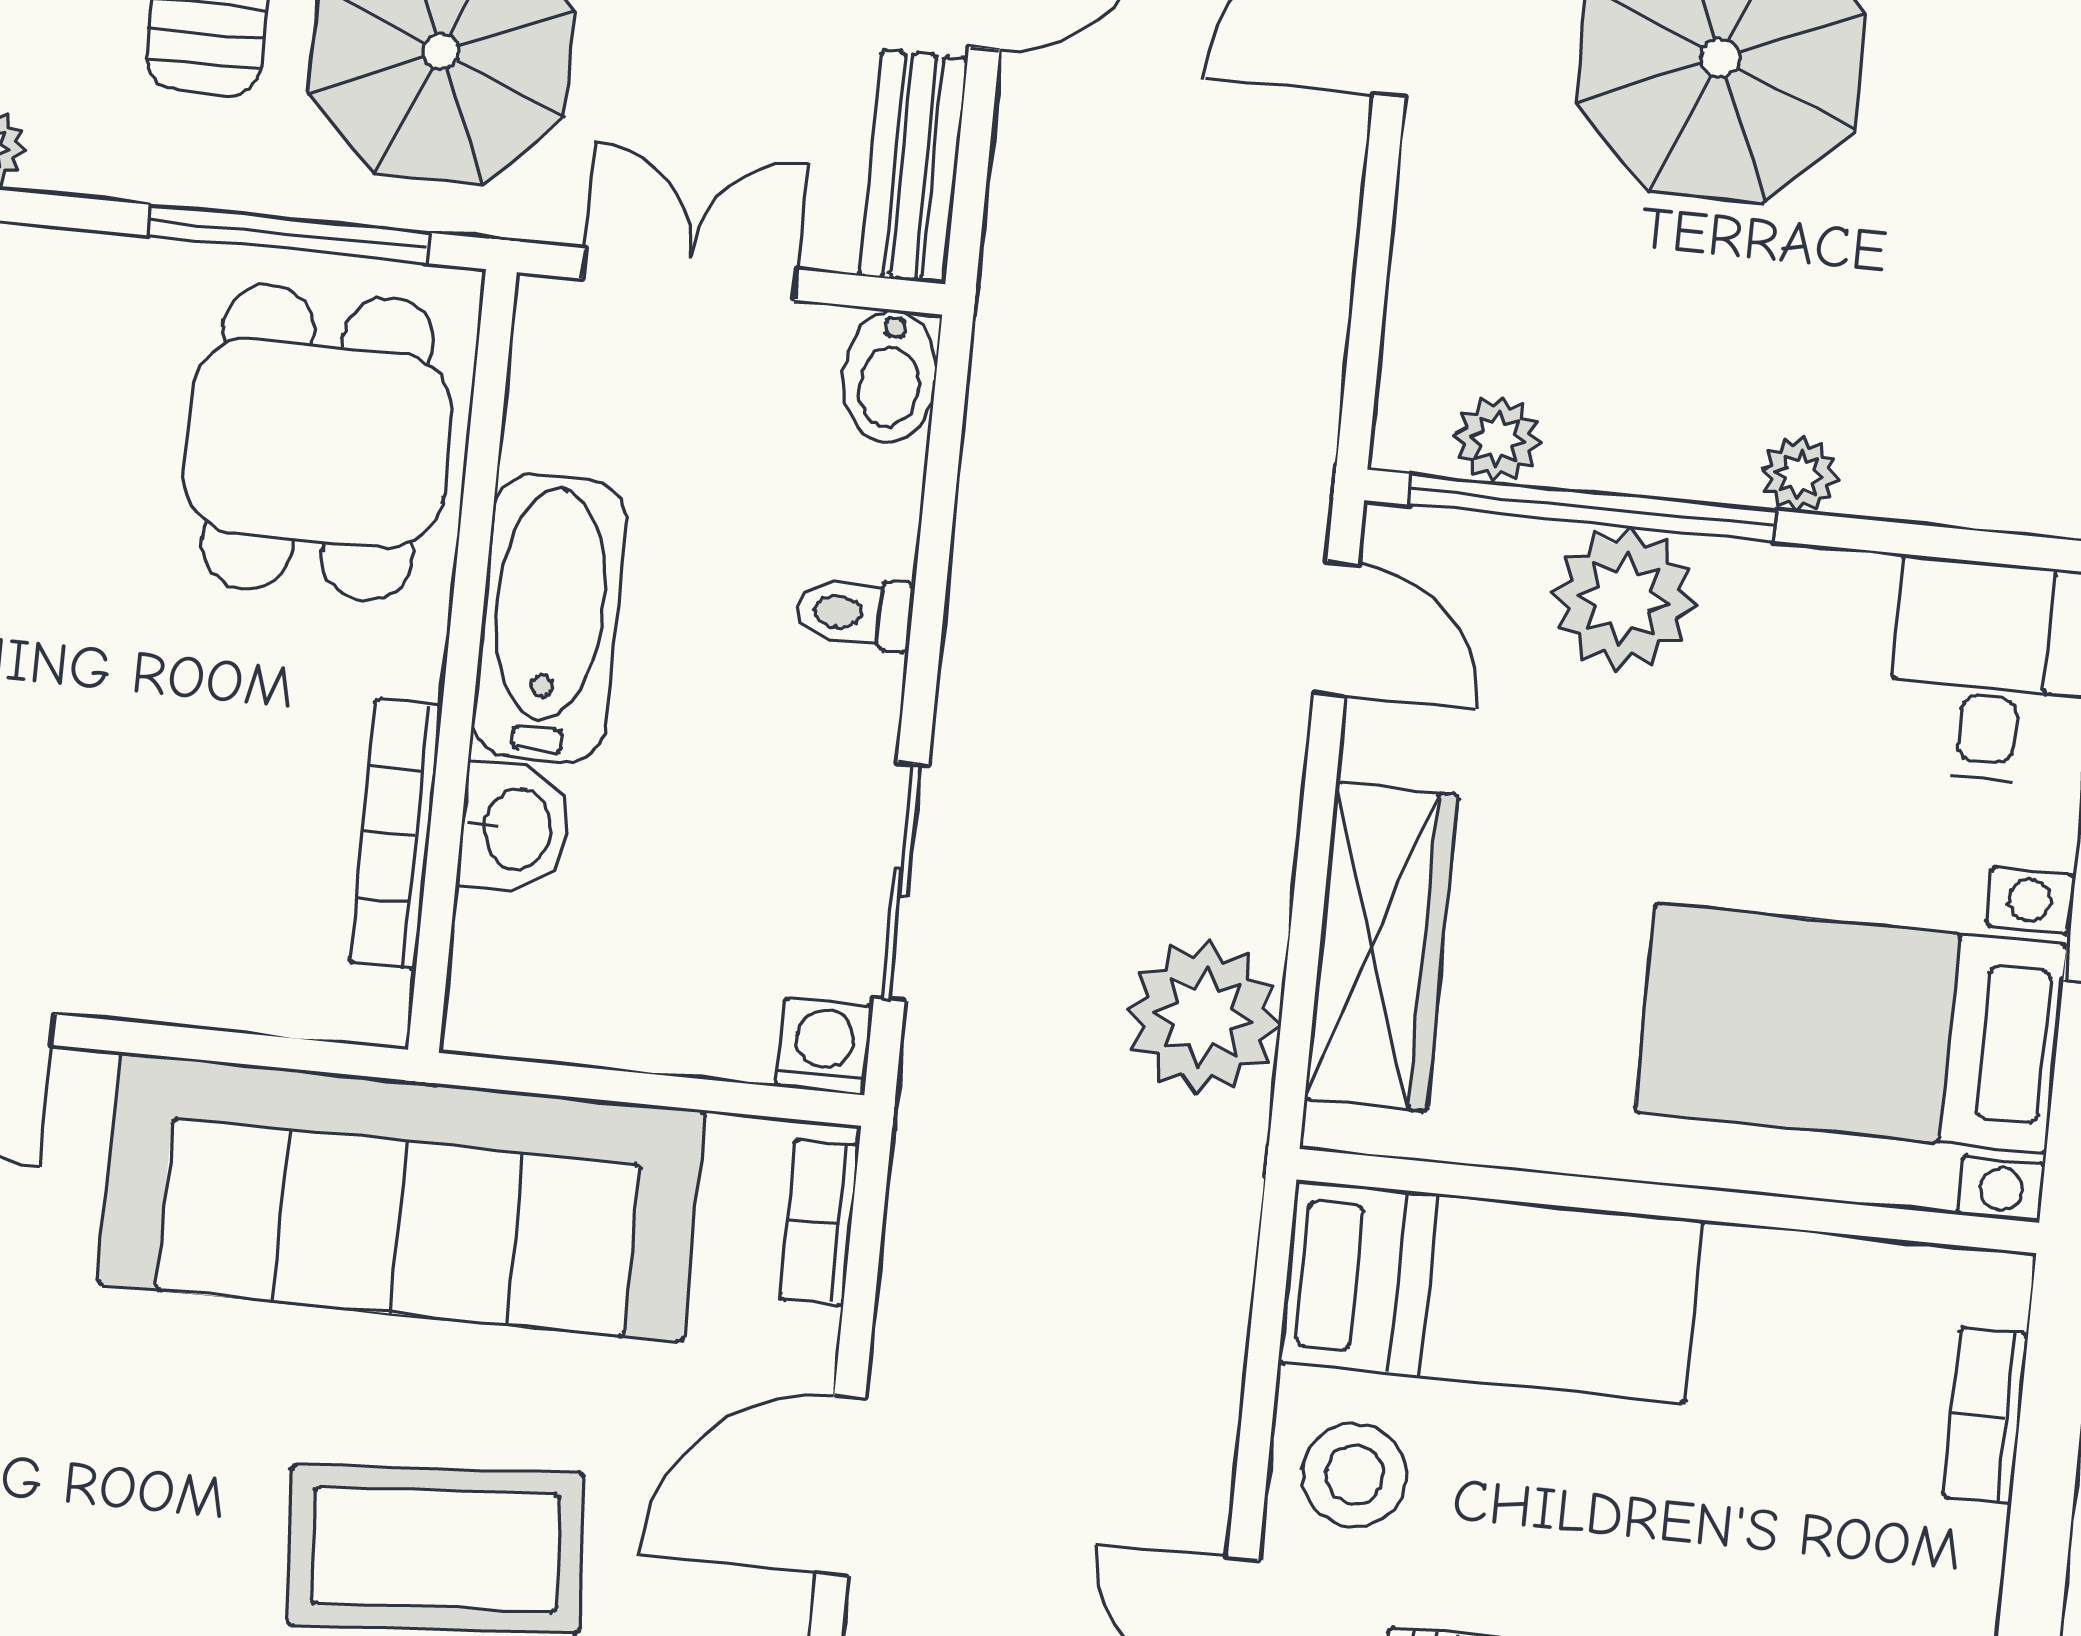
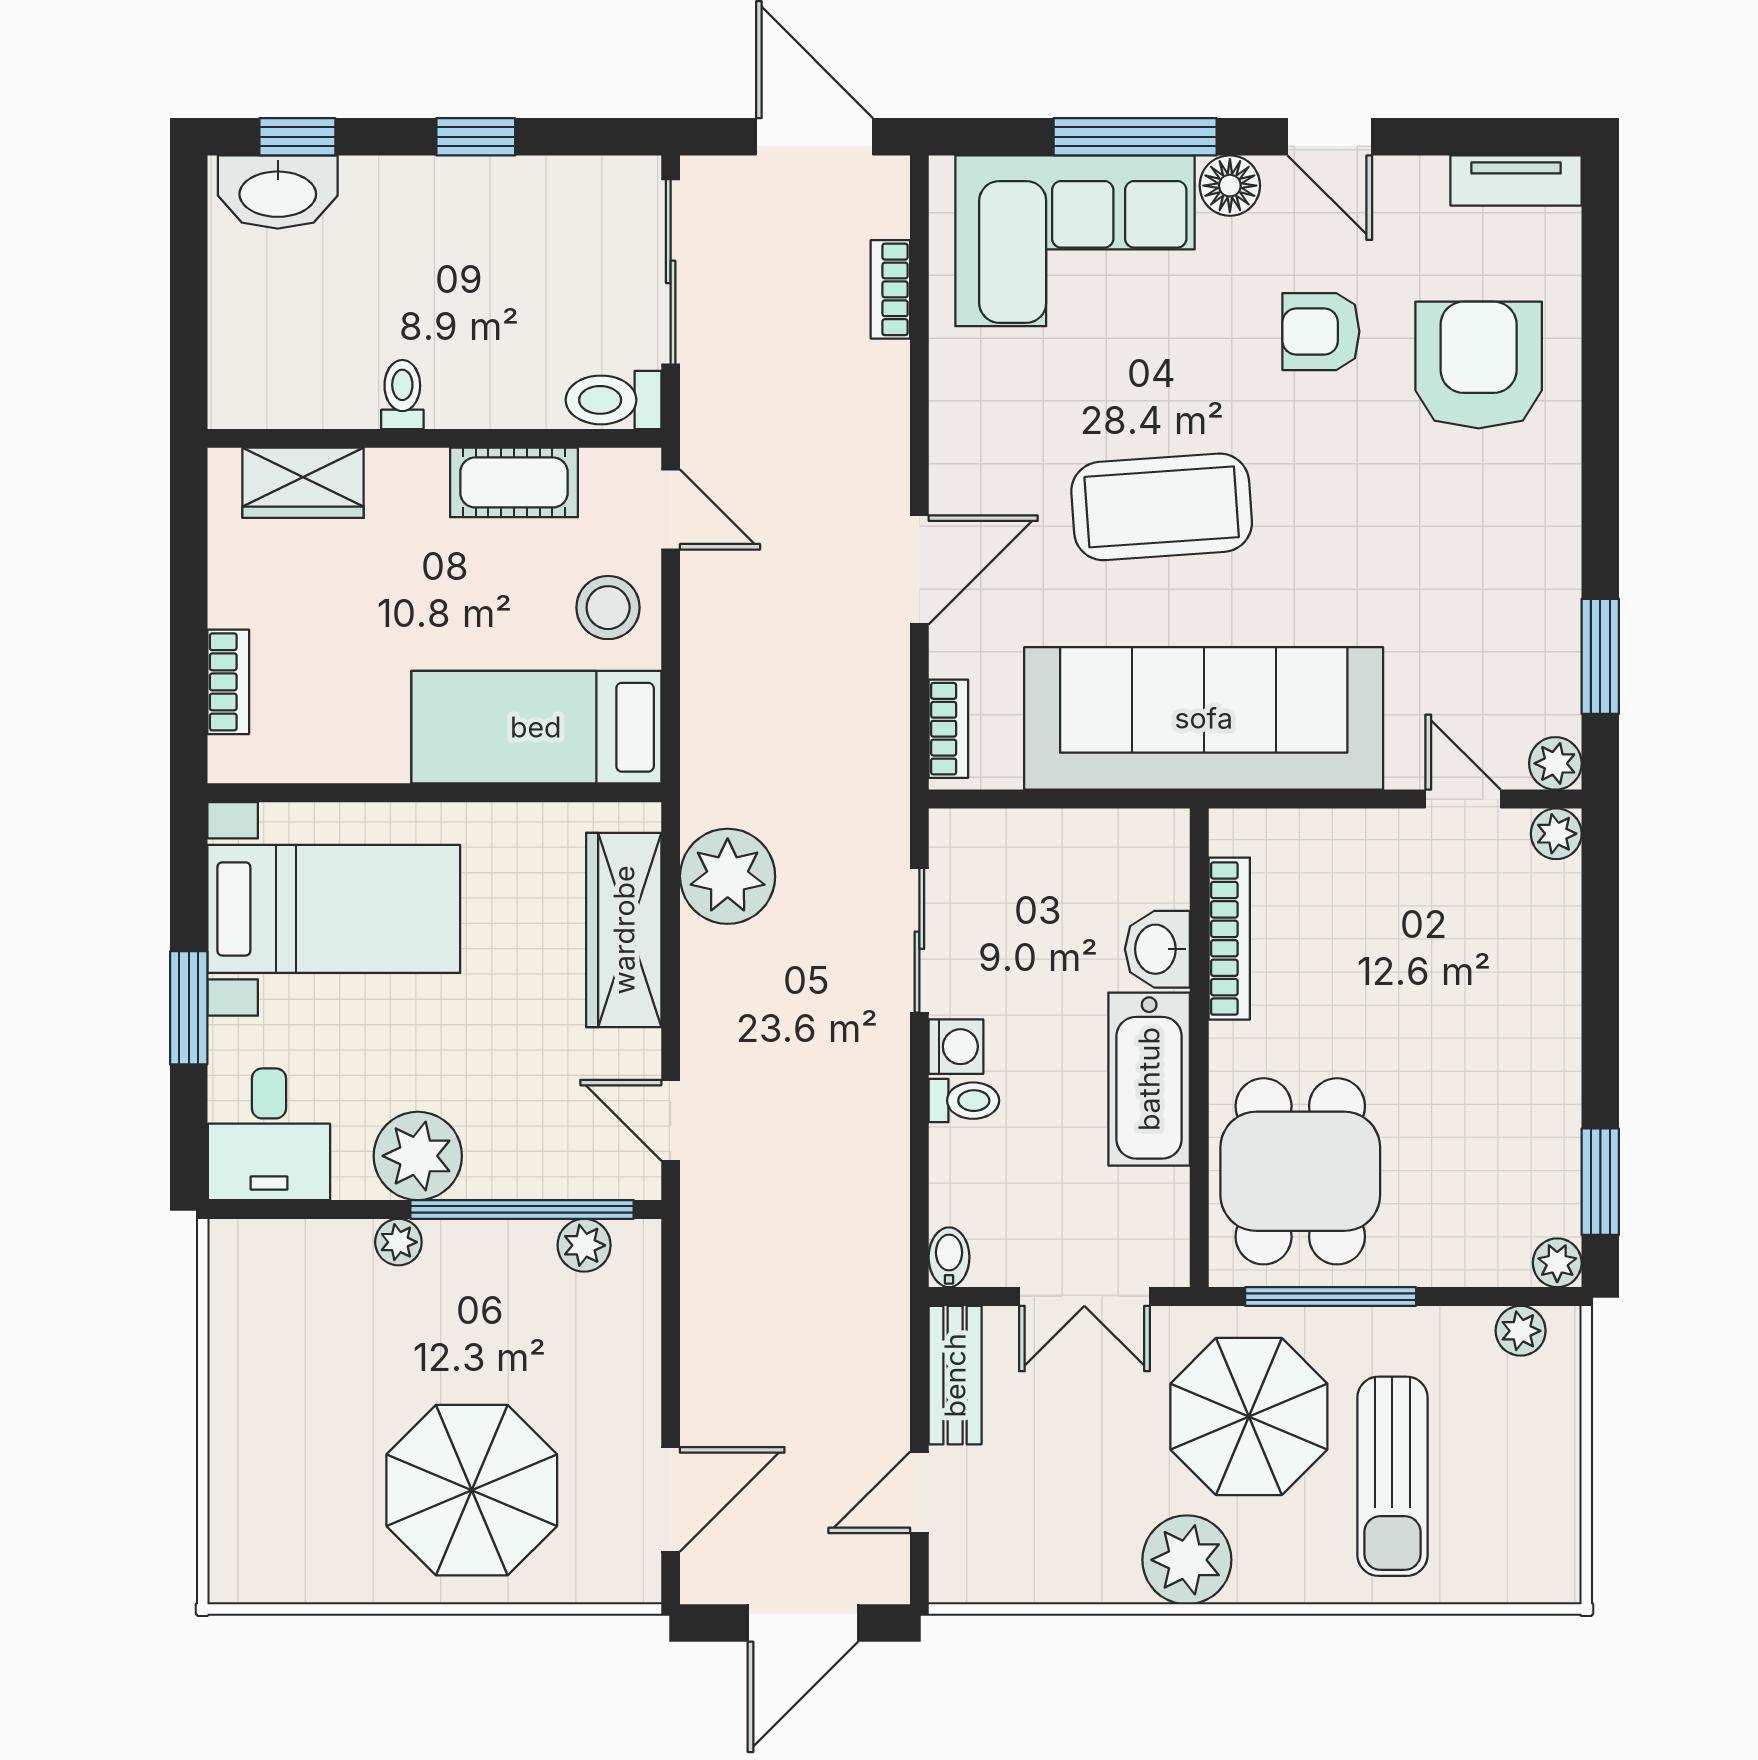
bidet: (890, 376) -> (949, 1257), width x0.72, depth x0.74
plant: (1624, 599) -> (418, 1156), moved
washing machine: (824, 1046) -> (956, 1047), moved, turned -90

